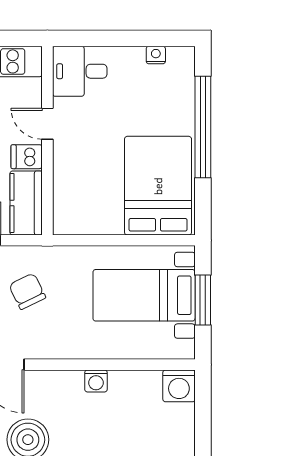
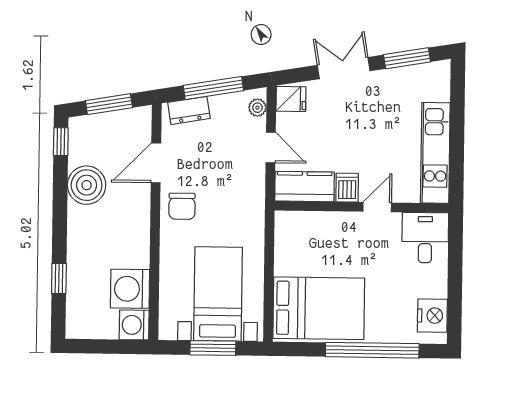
nightstand: (156, 55) -> (432, 316), width x1.89, depth x1.79
chair: (27, 291) -> (182, 206), moved, turned 116
washing machine: (96, 381) -> (130, 289), moved, width x1.89, depth x1.89

